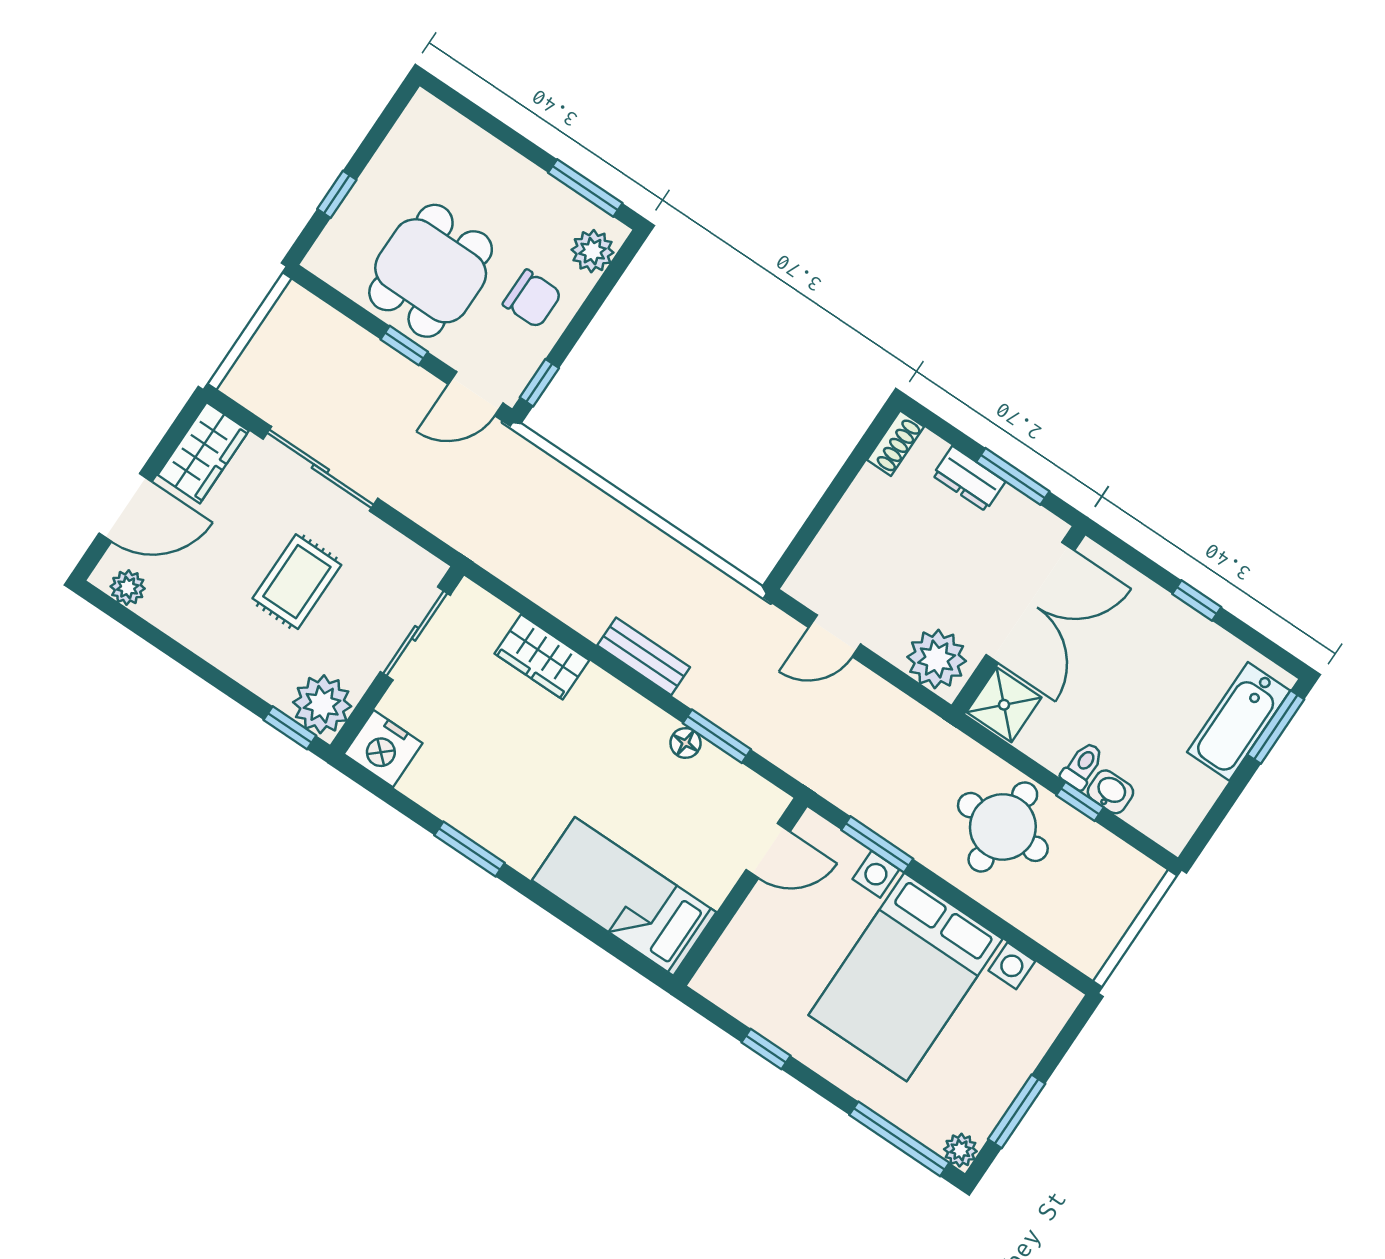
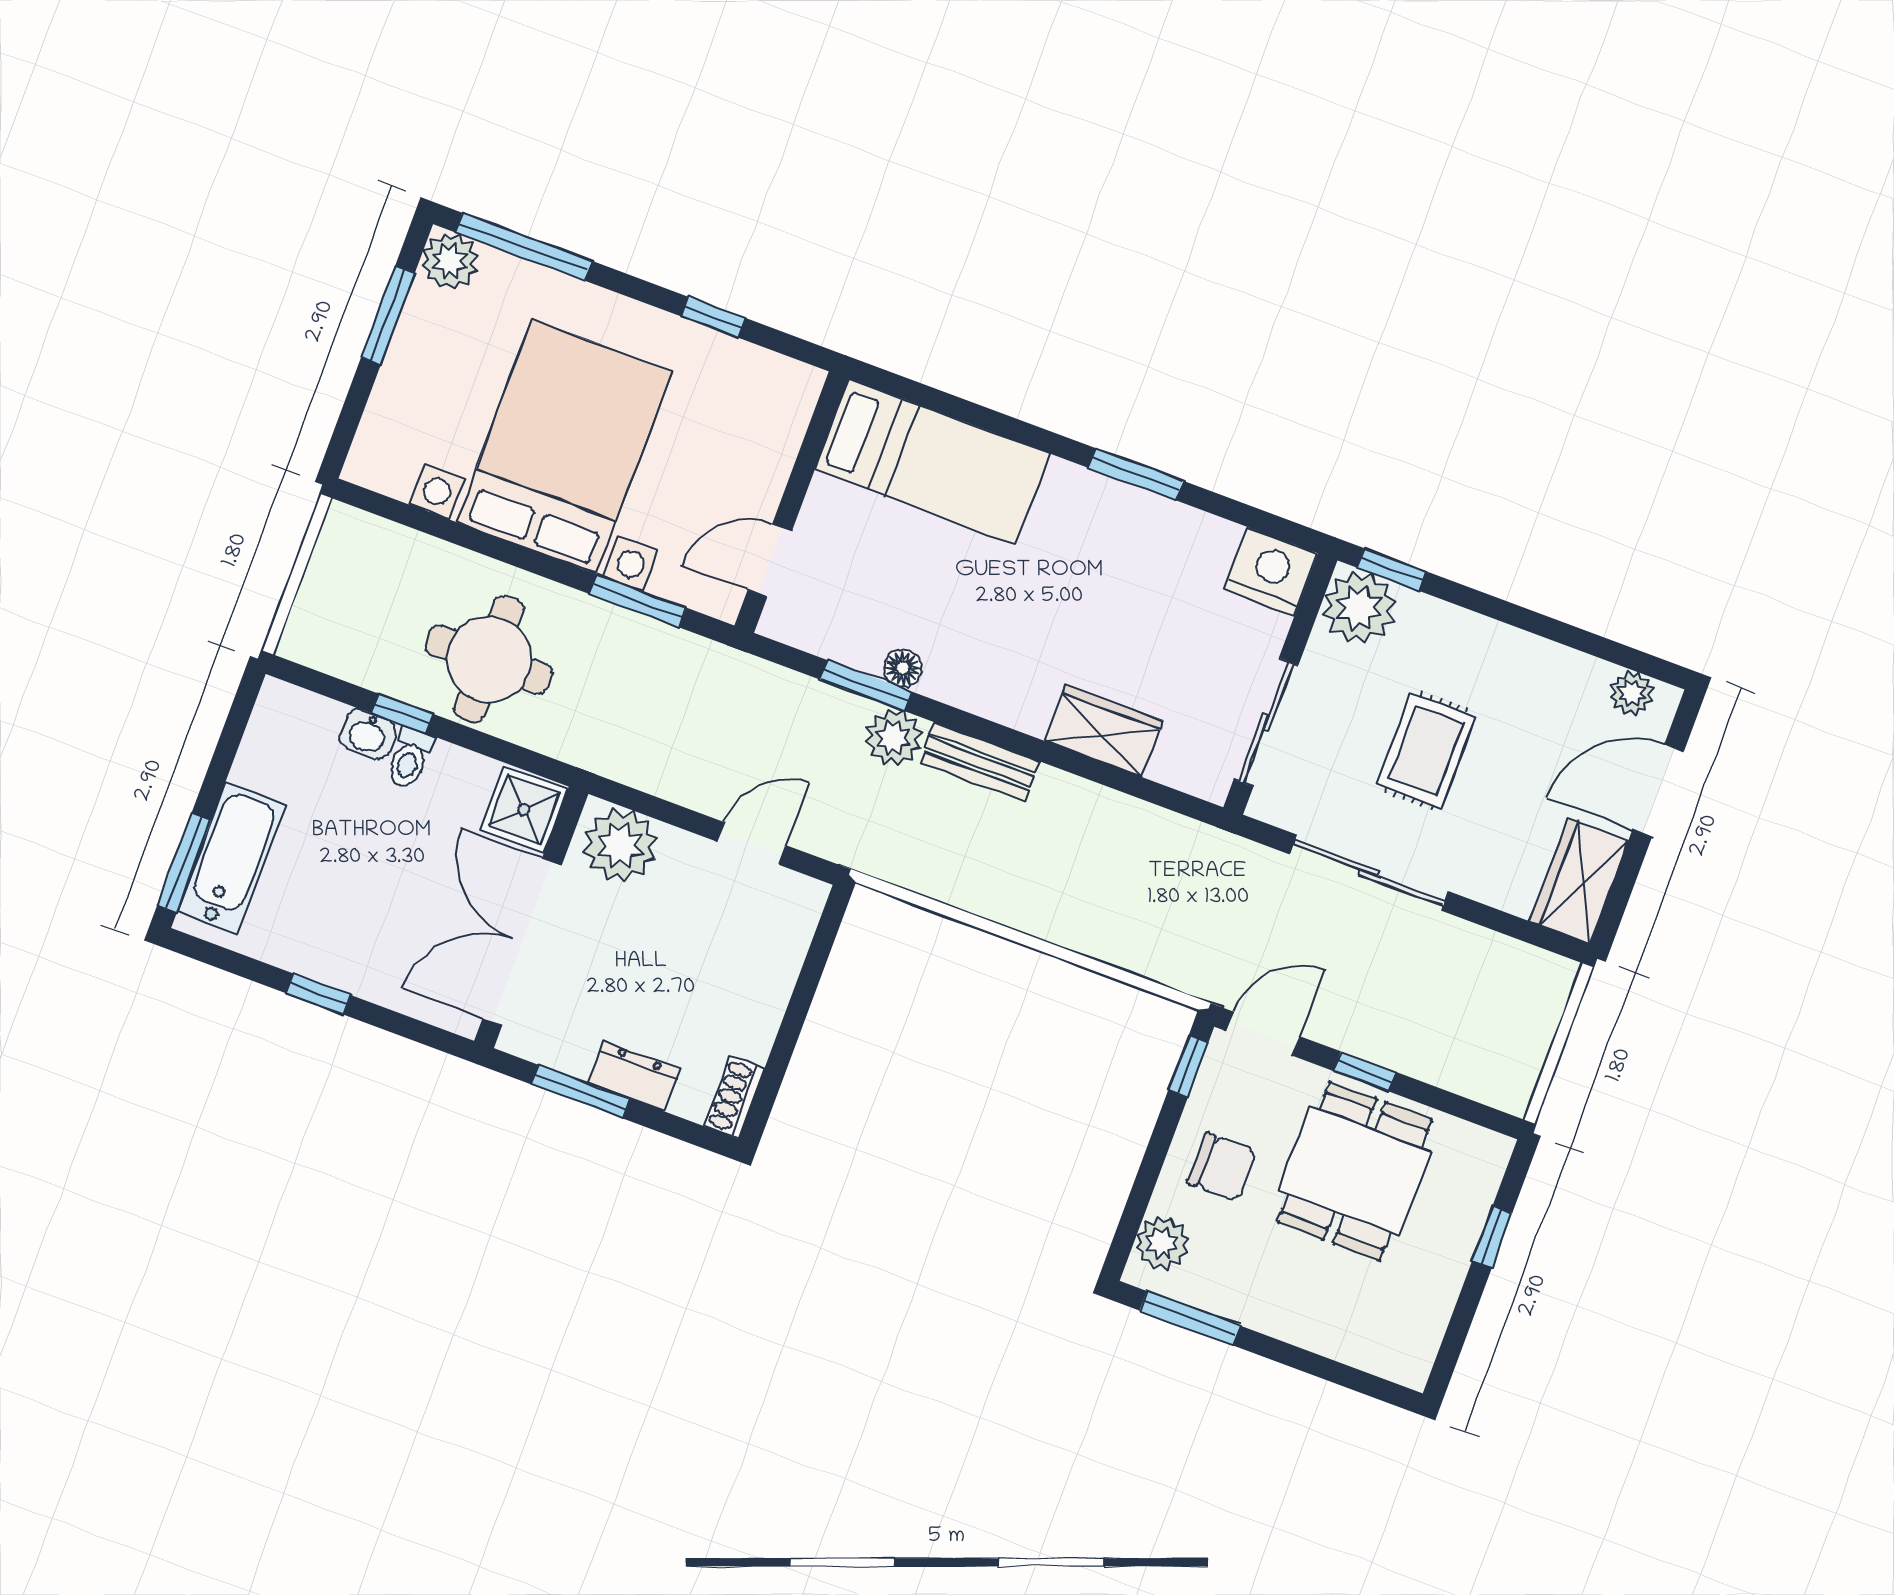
chair: (532, 299) -> (1222, 1167), turned 180
sliding door: (320, 469) -> (1369, 873), moved
plant: (705, 691) -> (894, 738), added
plant: (960, 1150) -> (450, 261), width x1.38, depth x1.38

